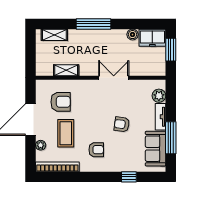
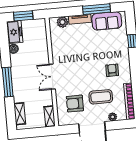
shelving: (66, 70) -> (50, 116), moved
double door: (114, 78) -> (52, 77), moved
armchair: (61, 102) -> (75, 104), turned -90
armchair: (122, 124) -> (89, 51), removed

